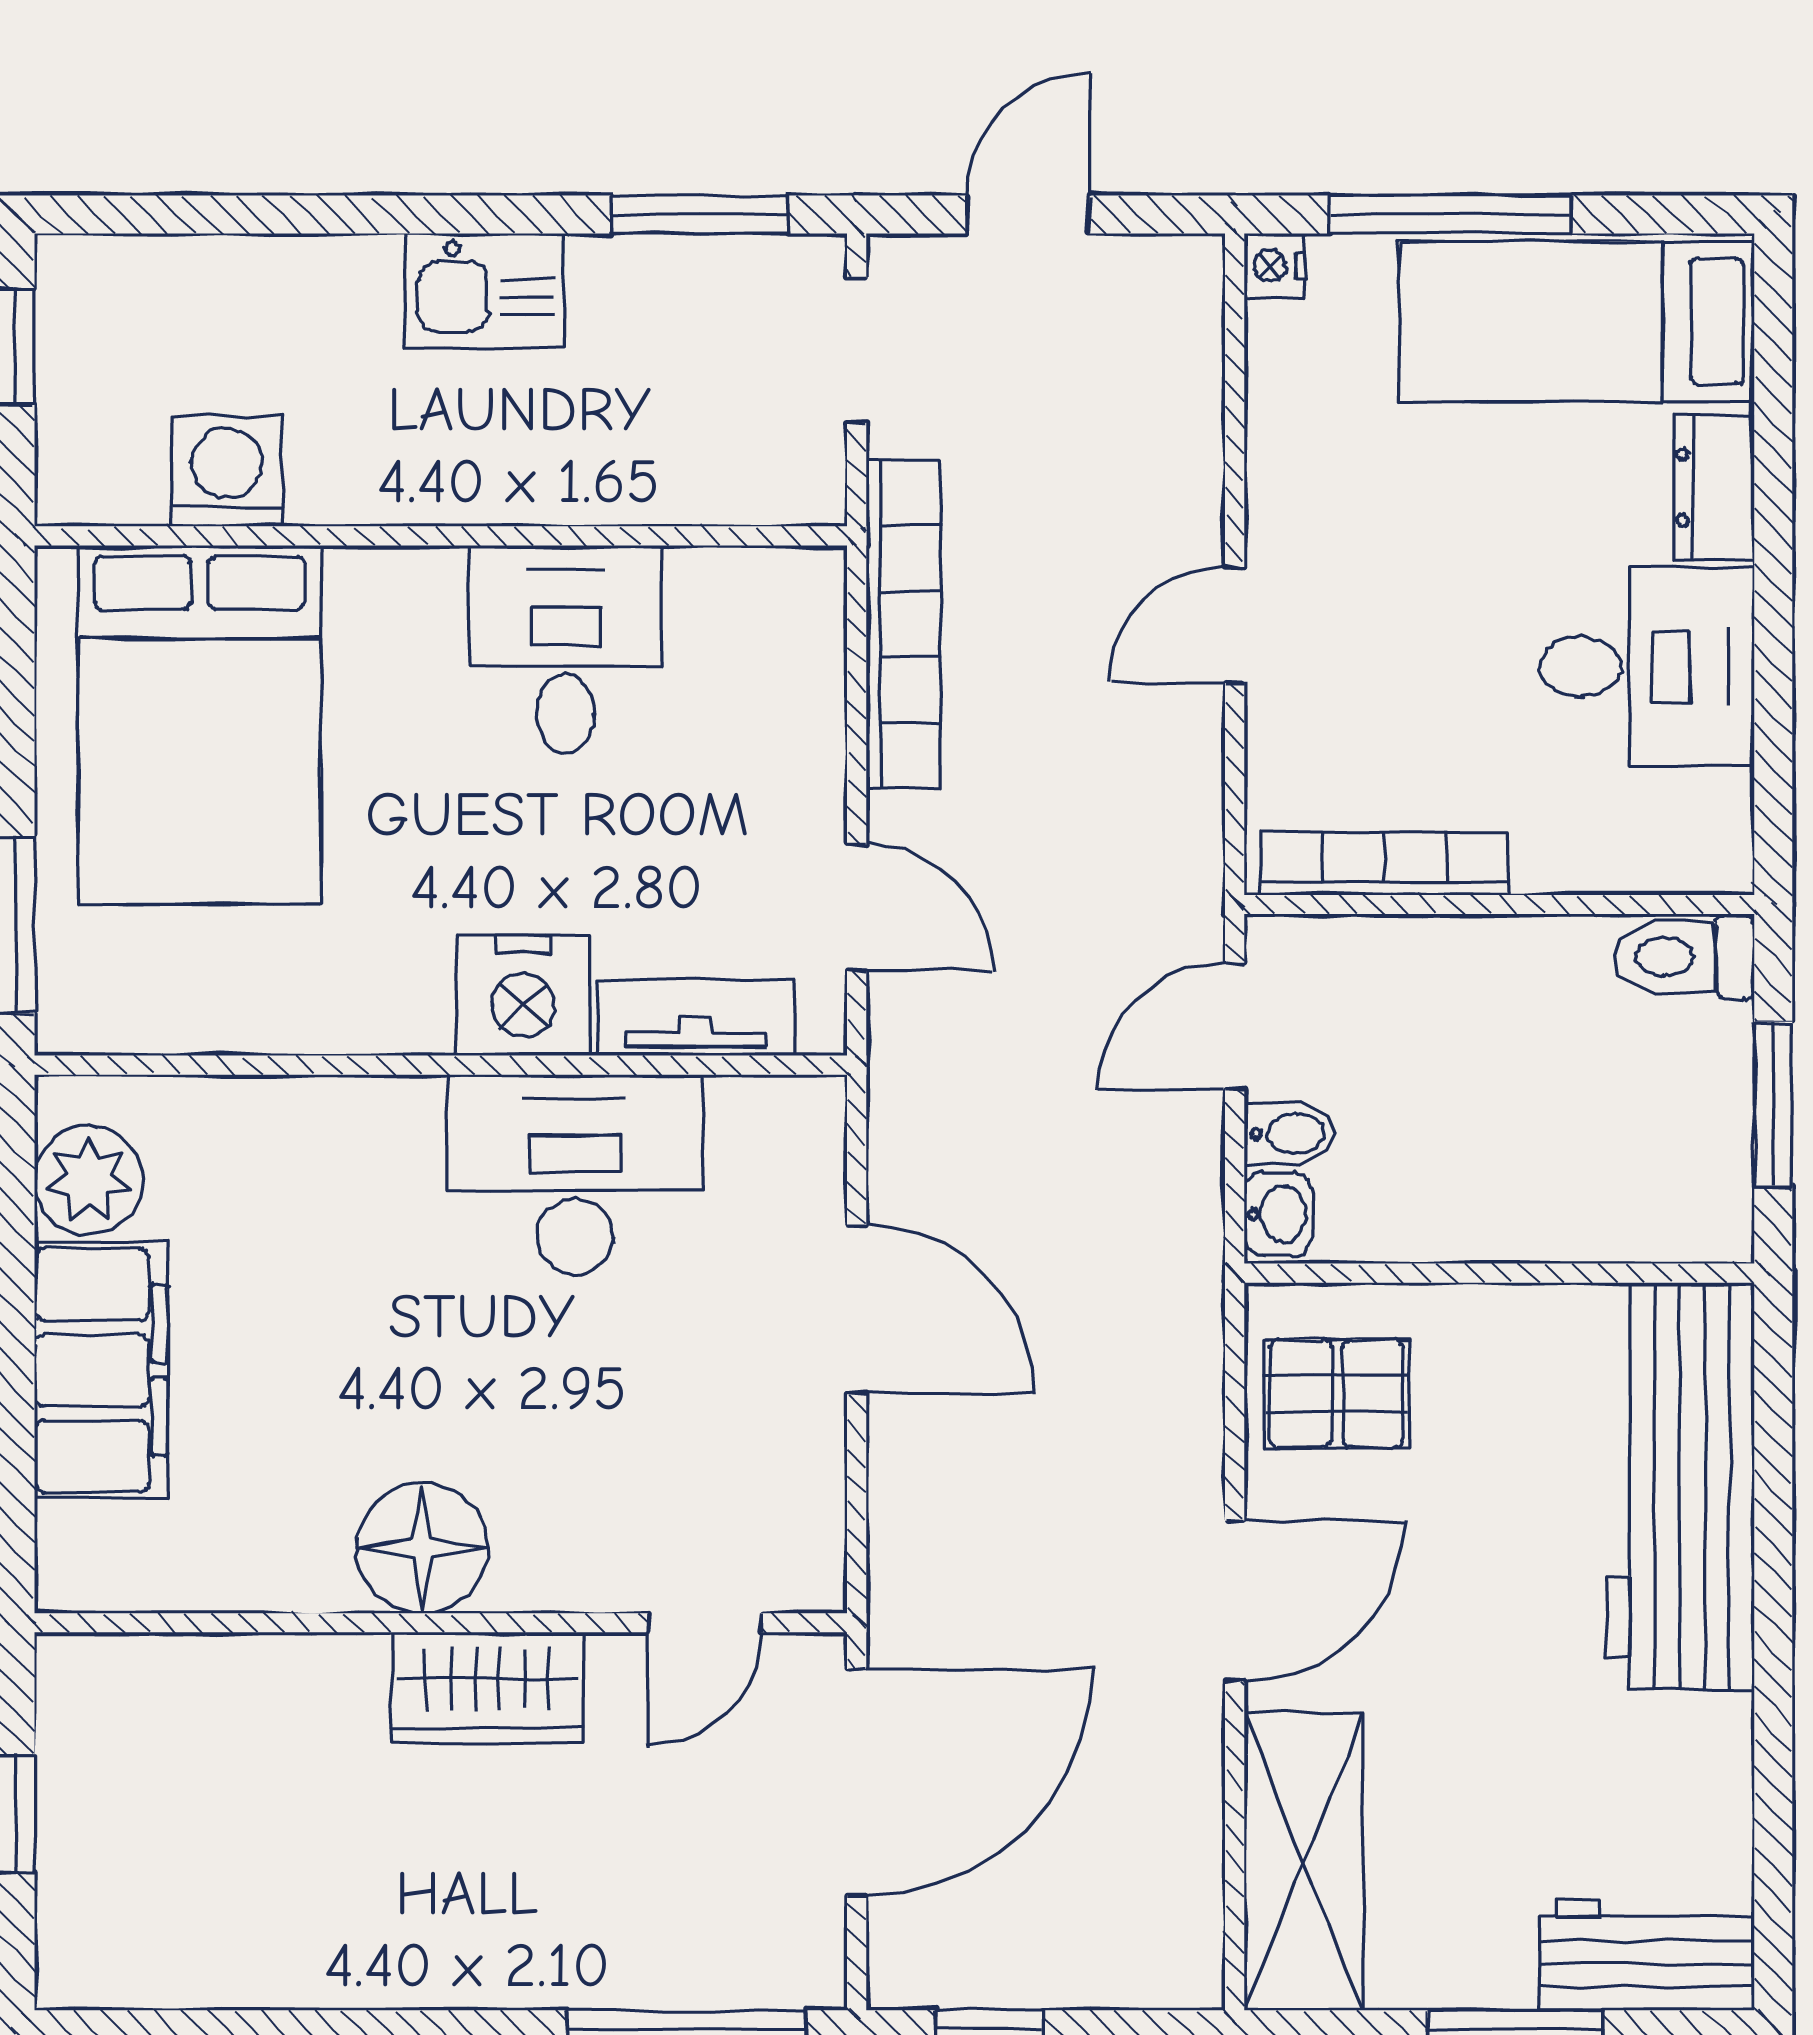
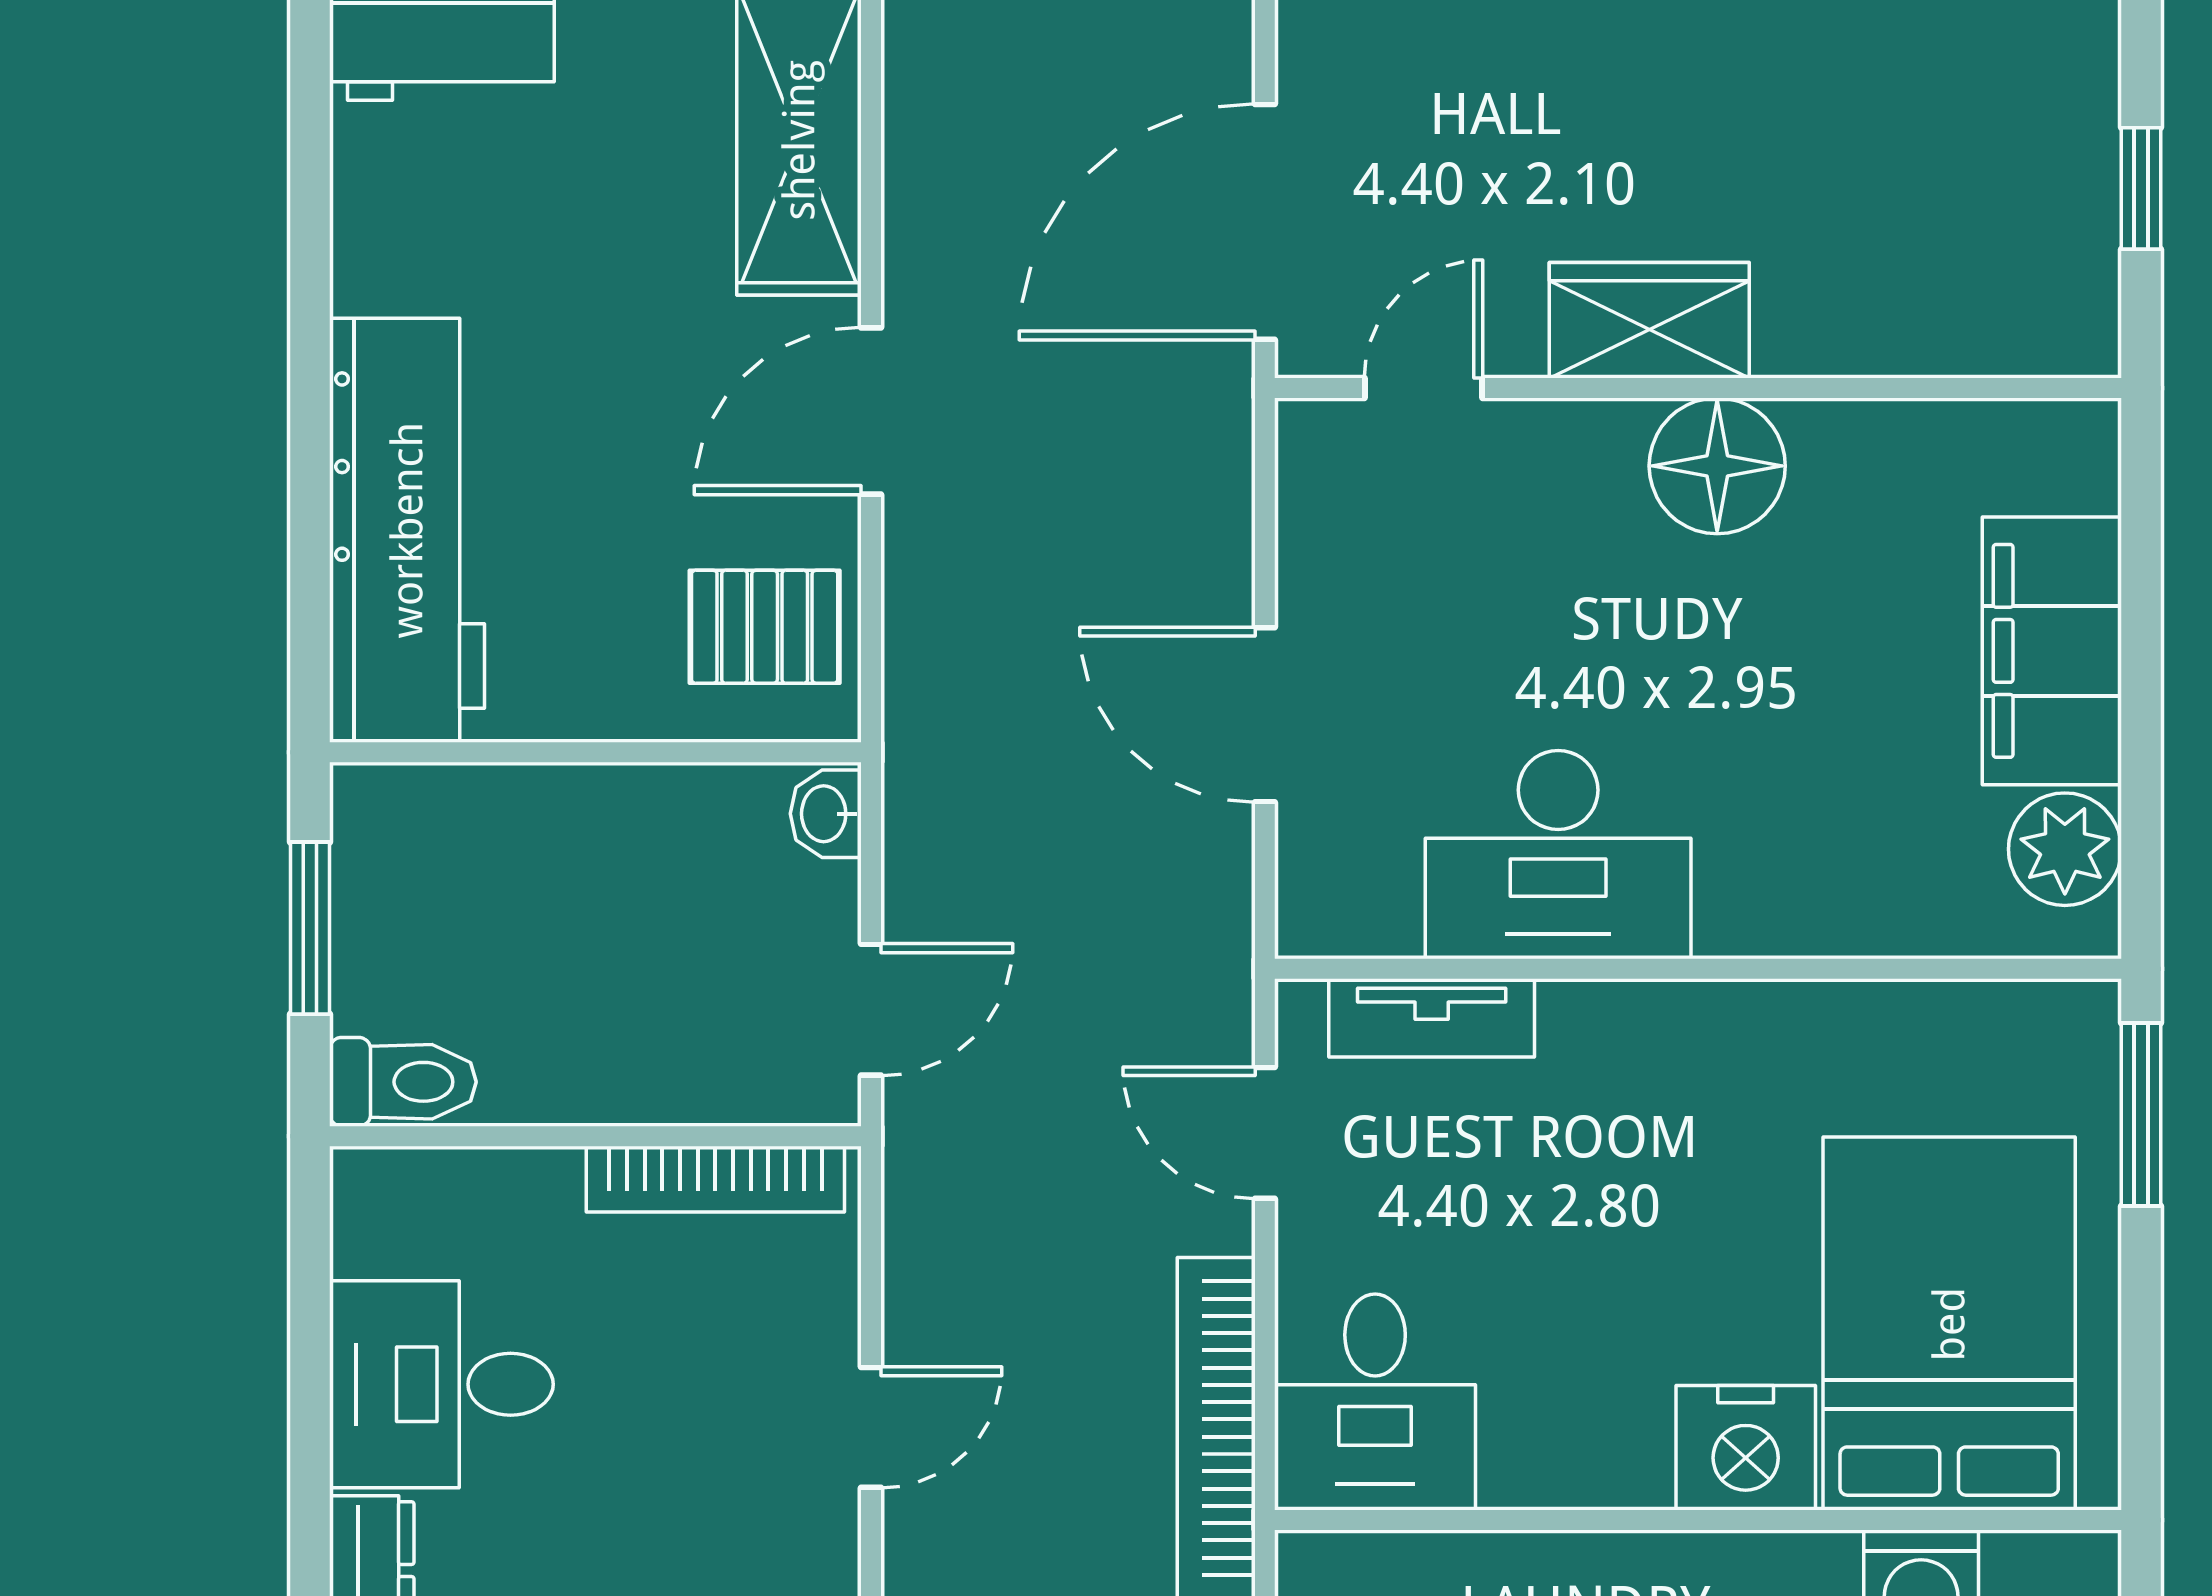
desk: (566, 649) -> (1375, 1402), moved
nightstand: (523, 996) -> (1746, 1448), moved, turned 180
bidet: (1289, 1134) -> (814, 898), removed

